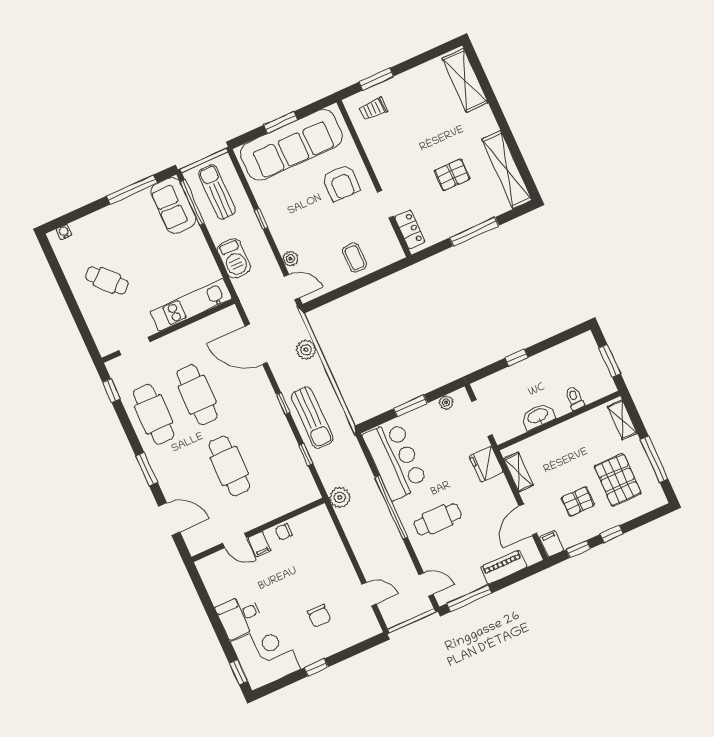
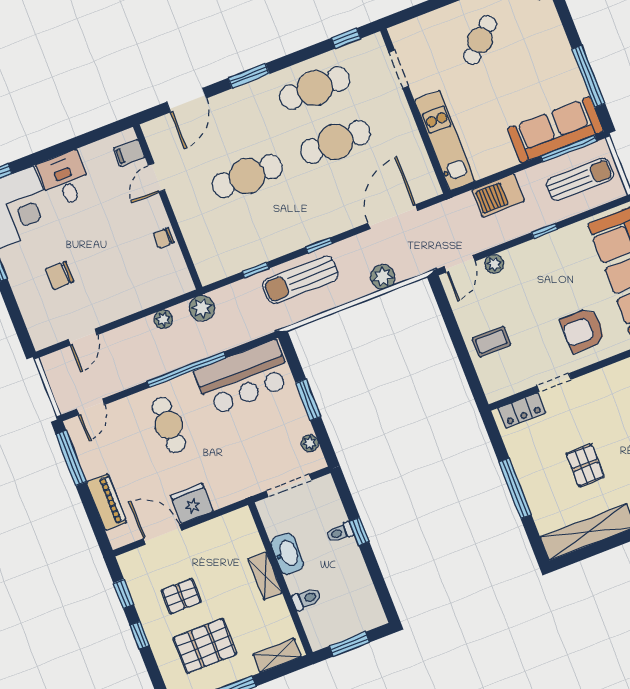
sofa: (173, 205) -> (555, 130), width x1.36
toilet: (518, 374) -> (340, 532), added
fridge: (486, 464) -> (192, 503), moved
shelving: (518, 472) -> (265, 576), moved, turned 90
pallet: (578, 501) -> (181, 596), turned 90
plant: (351, 529) -> (163, 319), added
chair: (284, 532) -> (164, 238), turned -90
filing cabinet: (259, 544) -> (129, 153), moved
filing cabinet: (552, 544) -> (132, 562), removed

